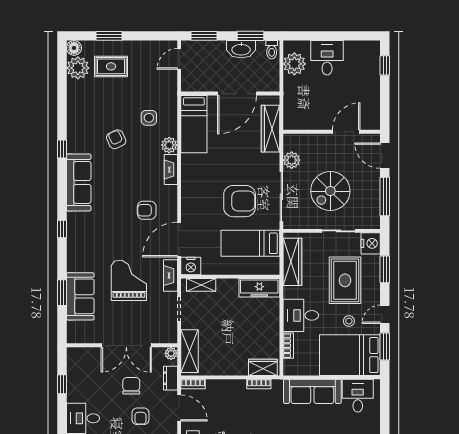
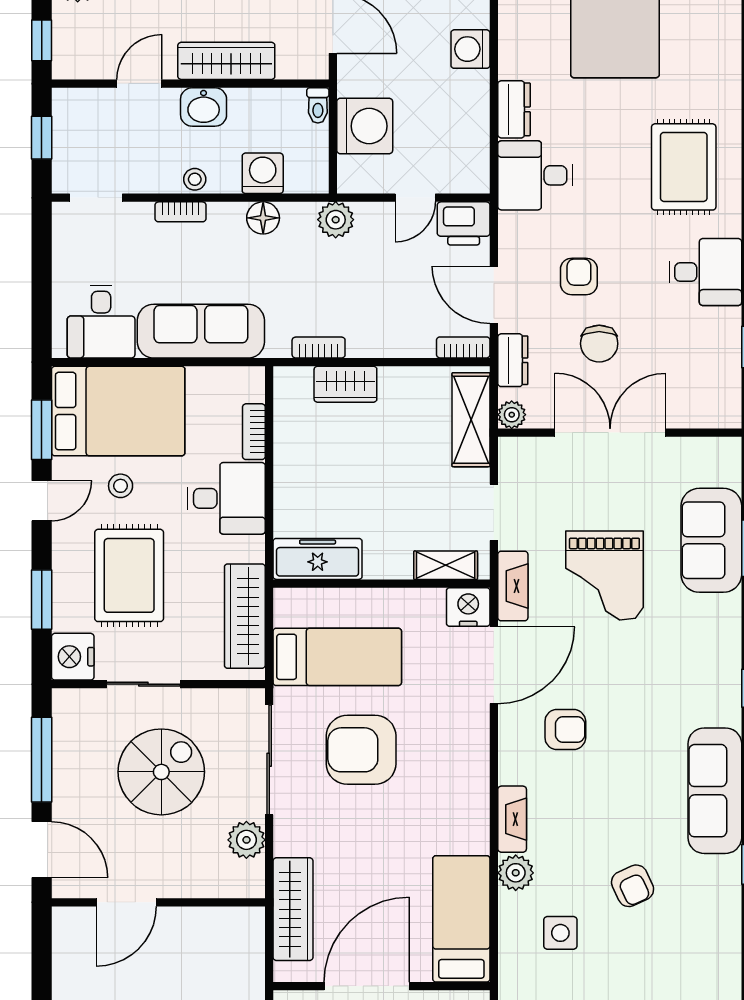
wardrobe: (263, 367) -> (345, 384), moved

